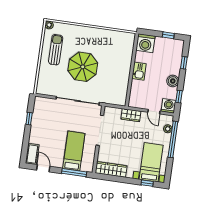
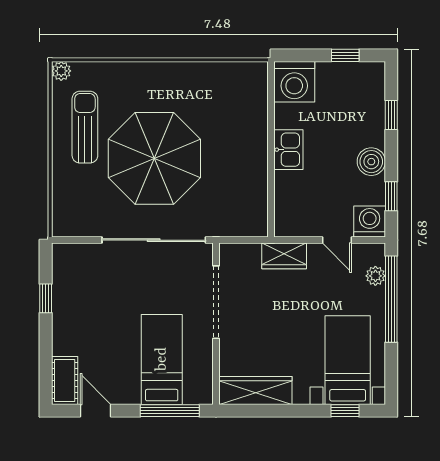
parasol: (83, 67) -> (154, 158), width x1.36, depth x1.36

